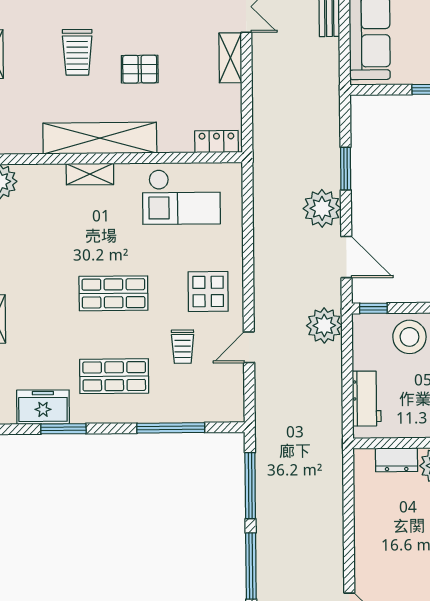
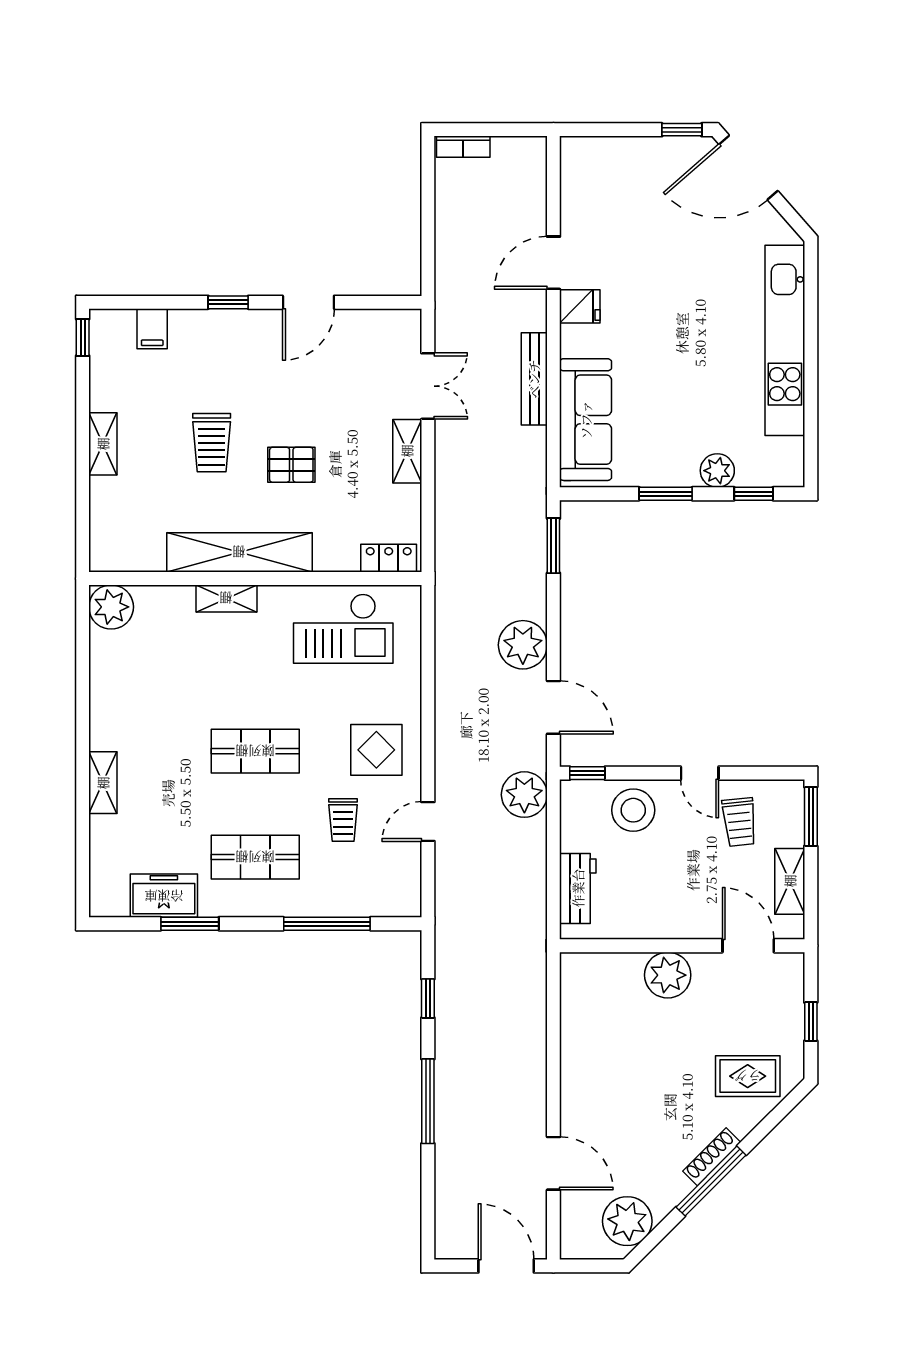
window: (346, 169) -> (553, 546), moved
dresser: (397, 460) -> (615, 967), removed
window: (250, 486) -> (428, 998), width x0.46

